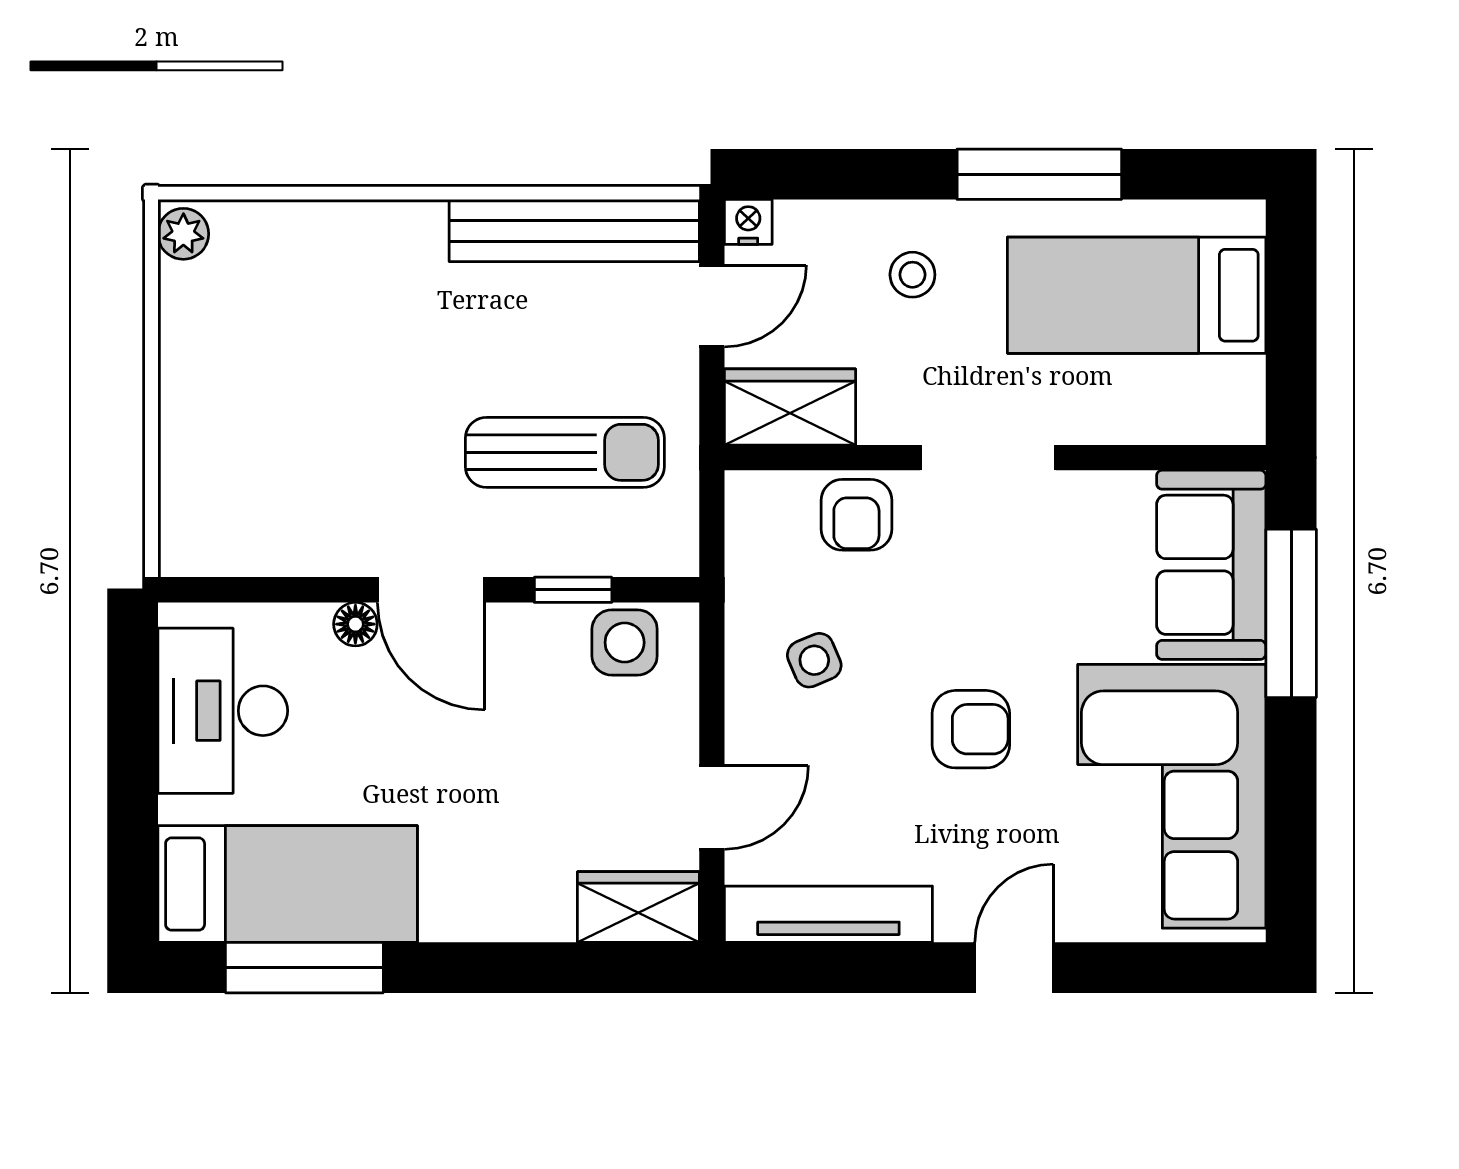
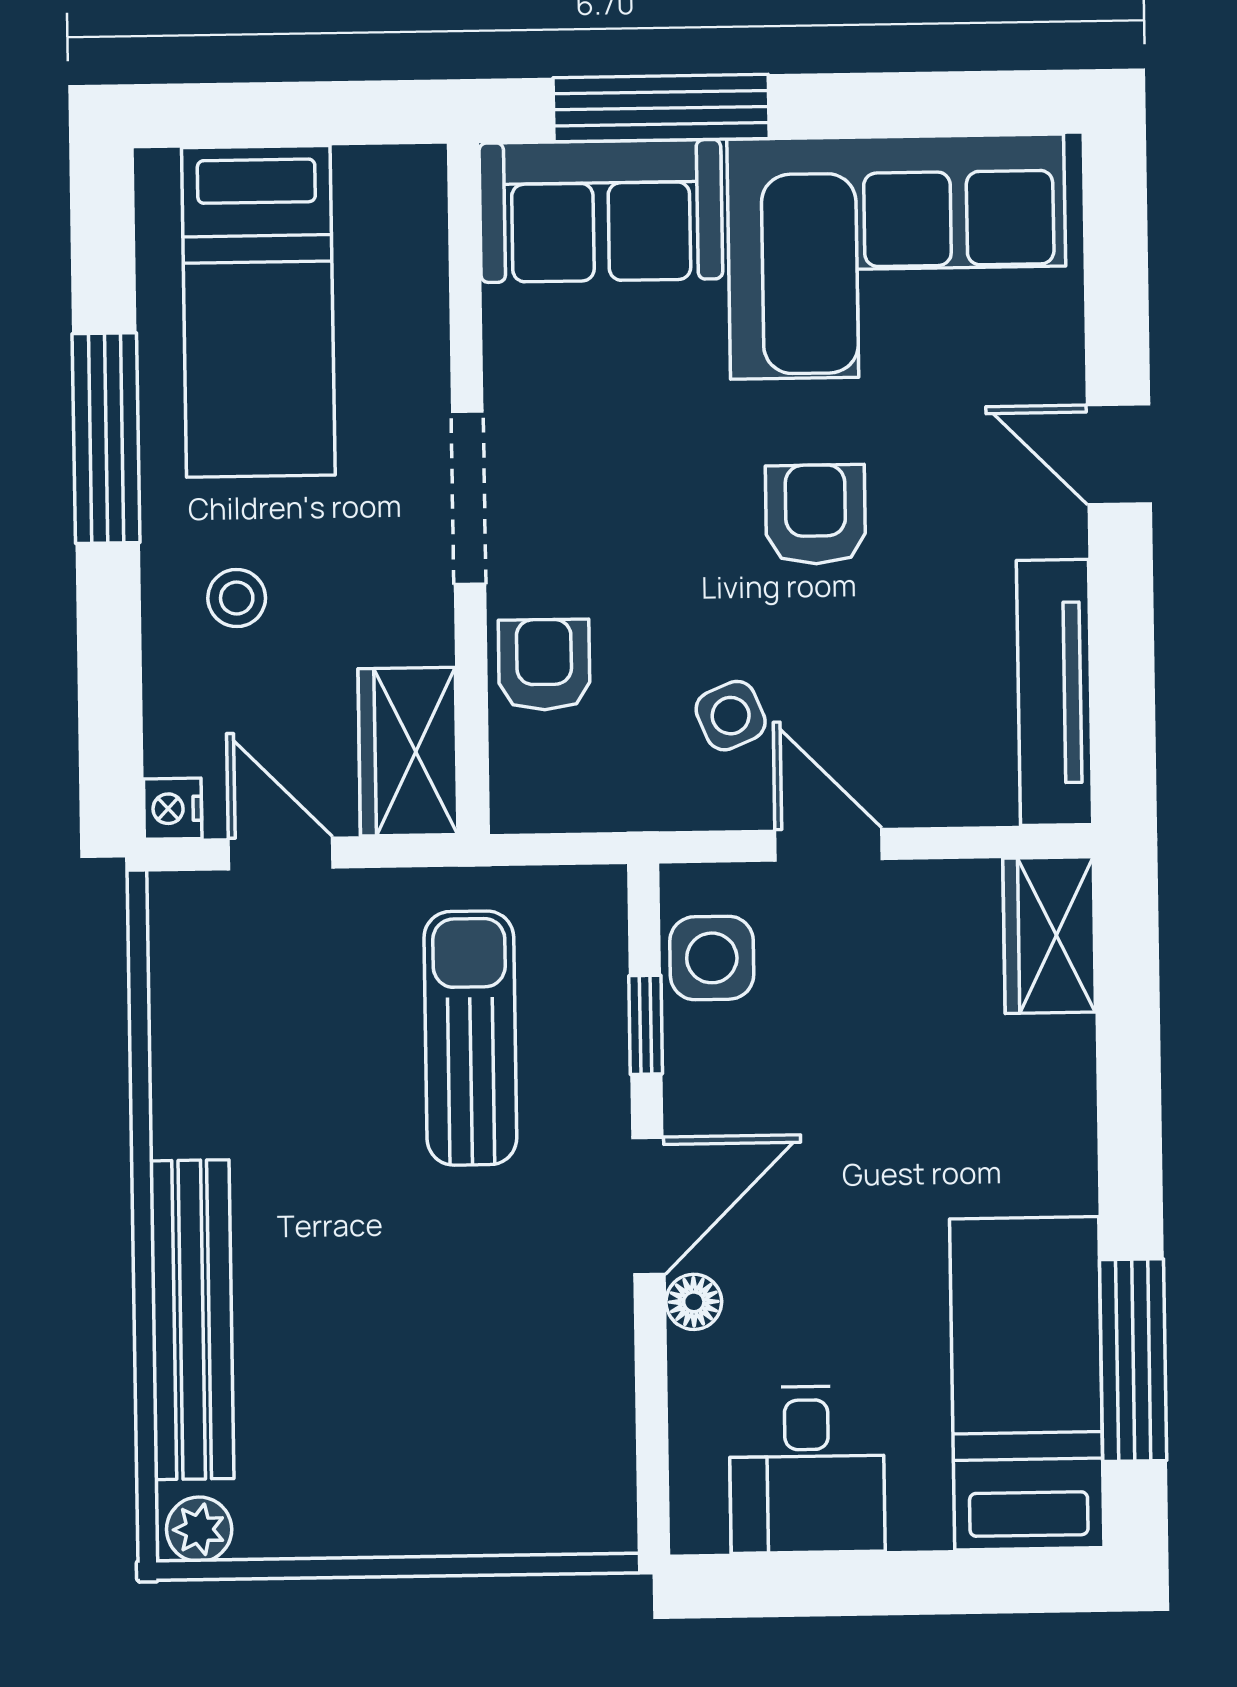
bench: (574, 231) -> (192, 1320), moved
armchair: (856, 515) -> (544, 665), turned -90
desk: (223, 711) -> (807, 1469), width x0.73
door: (712, 807) -> (829, 845), moved

